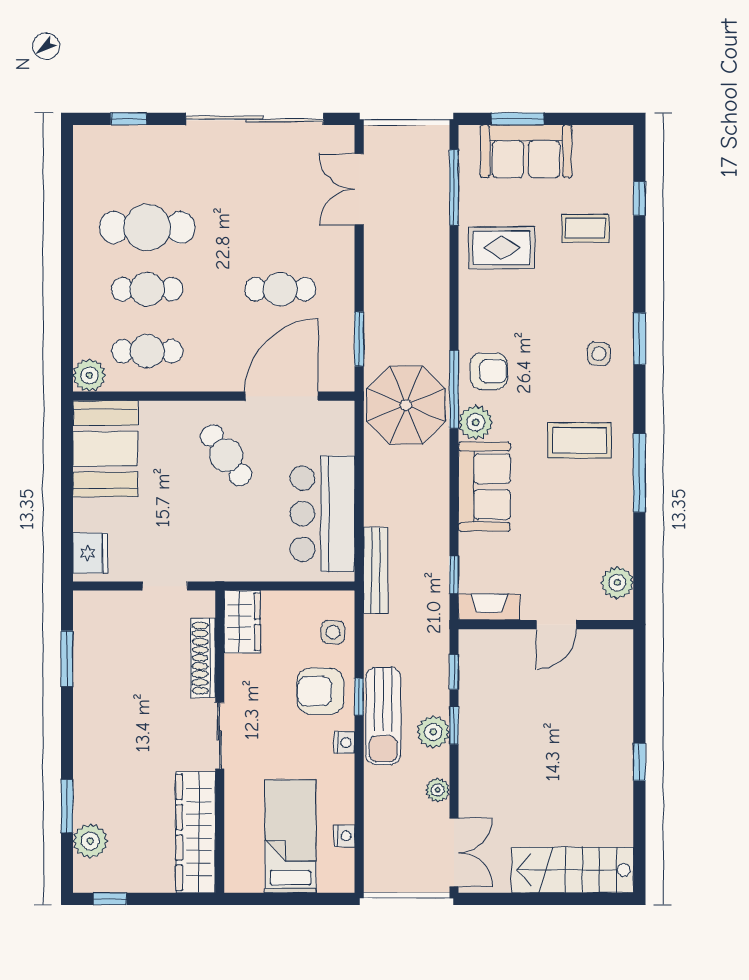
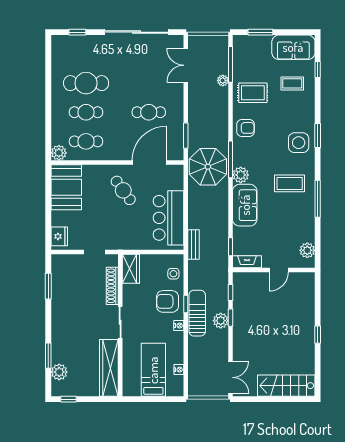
sofa: (526, 151) -> (293, 47), moved
side table: (599, 354) -> (299, 143), width x1.87, depth x1.87
armchair: (489, 371) -> (246, 128), moved
bench: (376, 570) -> (194, 245), width x0.73
sun lounger: (383, 716) -> (197, 313), turned 180
plant: (438, 790) -> (223, 80), moved

